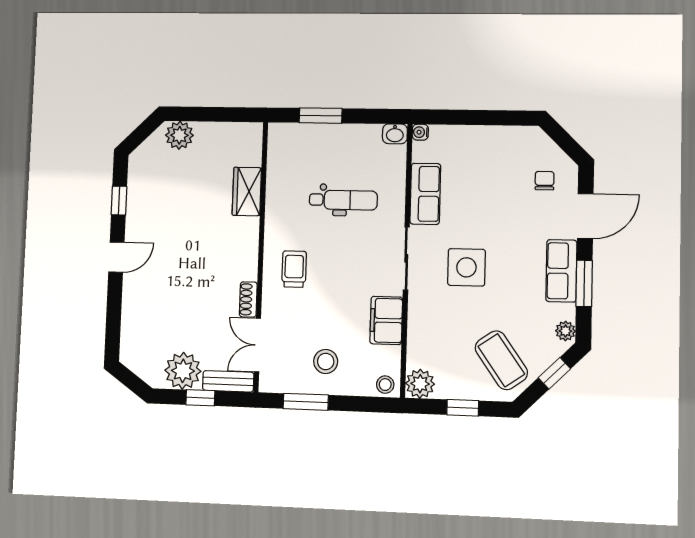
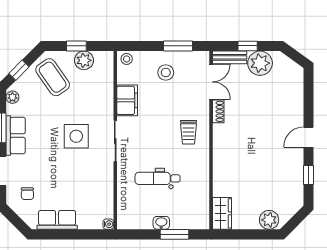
washbasin: (395, 134) -> (161, 223), moved
wardrobe: (247, 191) -> (222, 213), moved
row of seats: (425, 194) -> (57, 220), moved, turned 90
plant: (420, 384) -> (84, 60), moved

